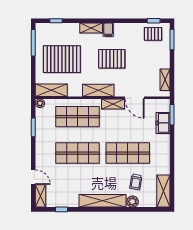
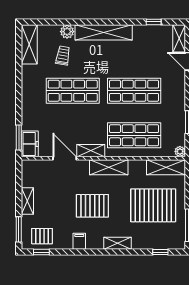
filing cabinet: (108, 30) -> (79, 241), moved
shelving: (165, 80) -> (27, 201), moved
freezer: (163, 123) -> (30, 144), moved

